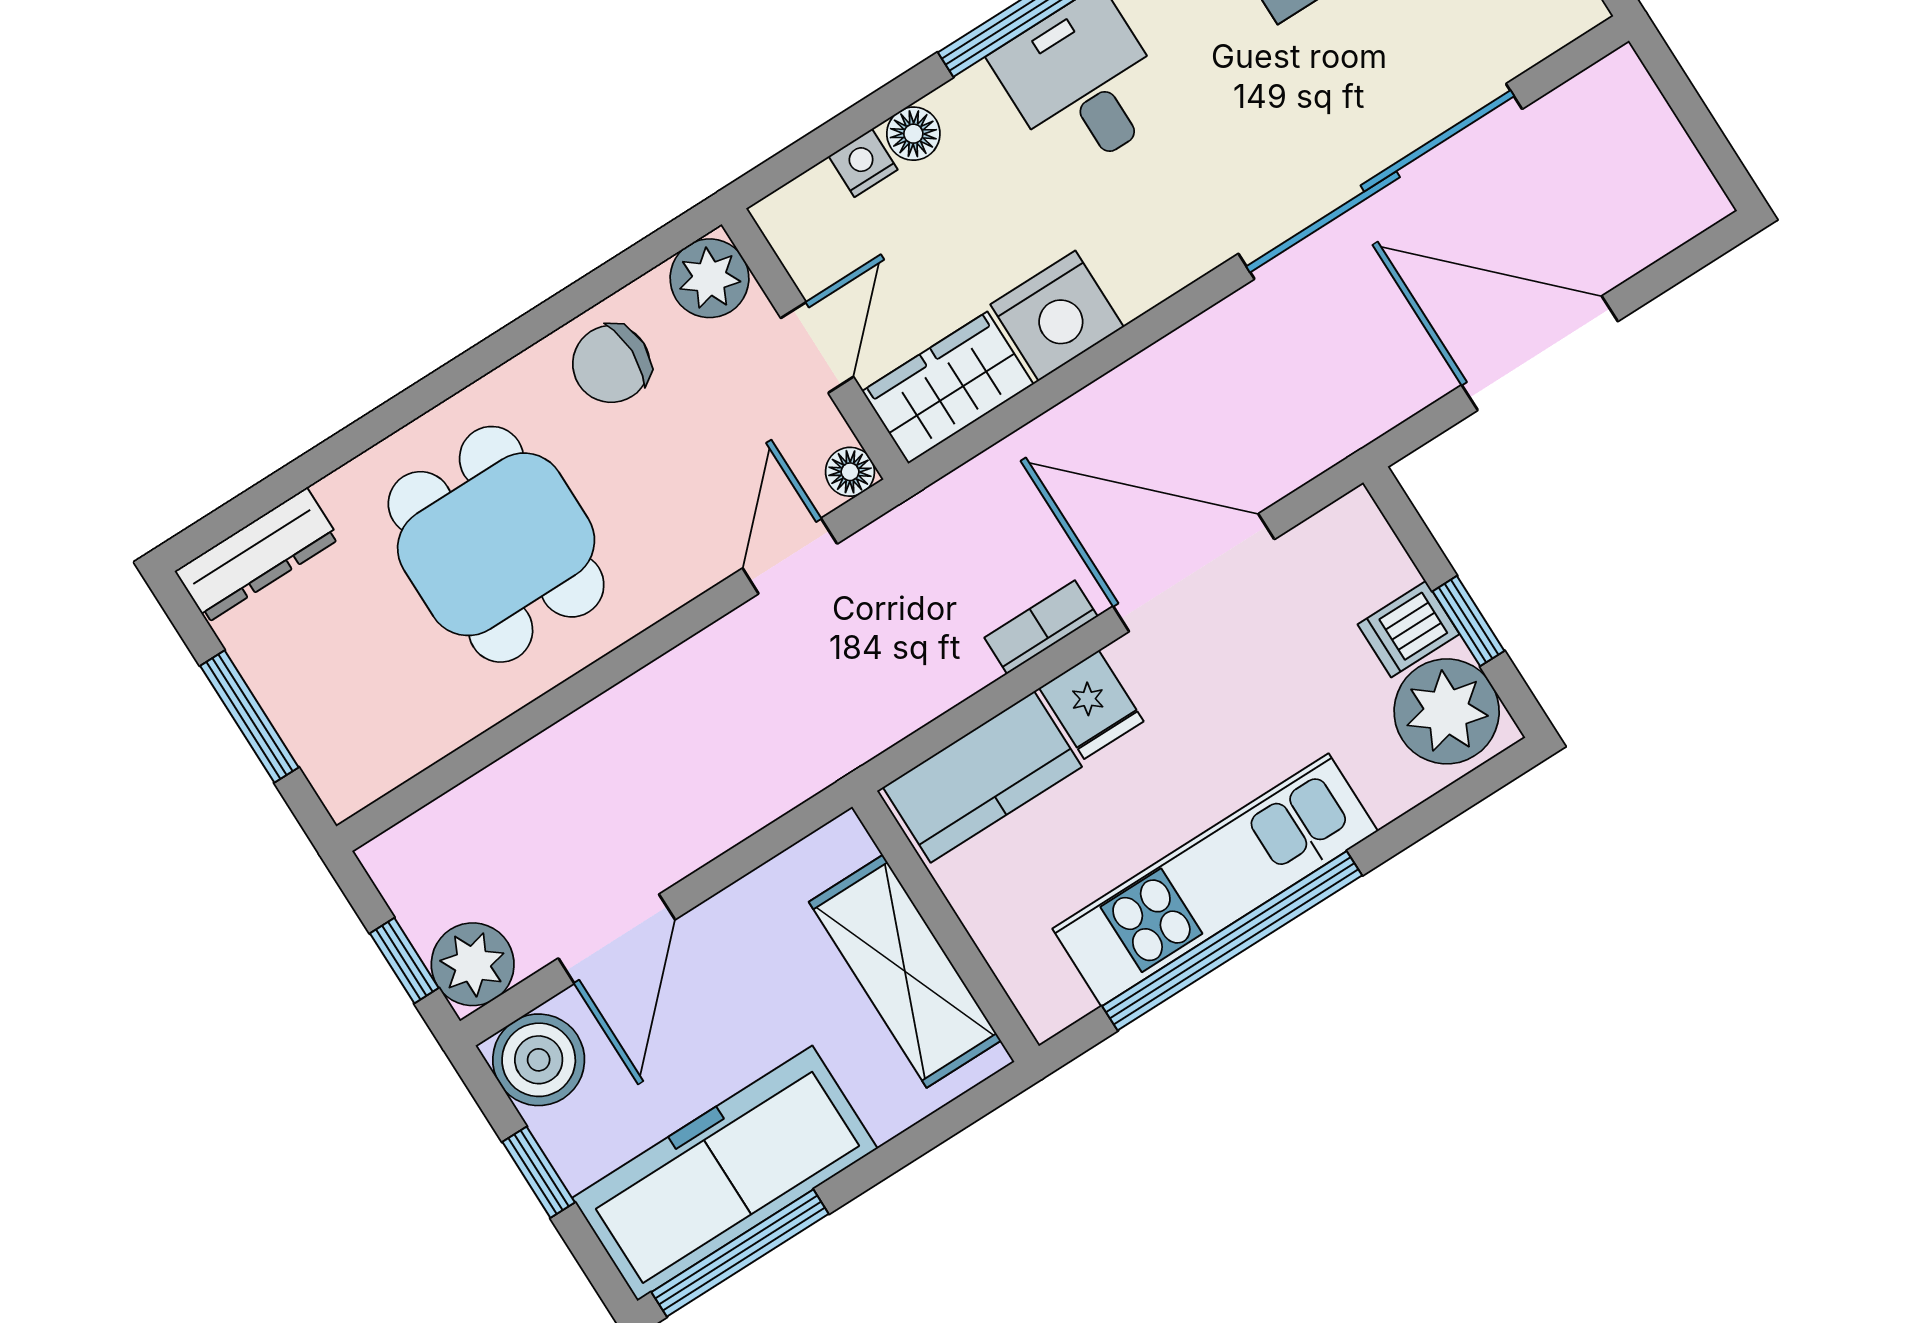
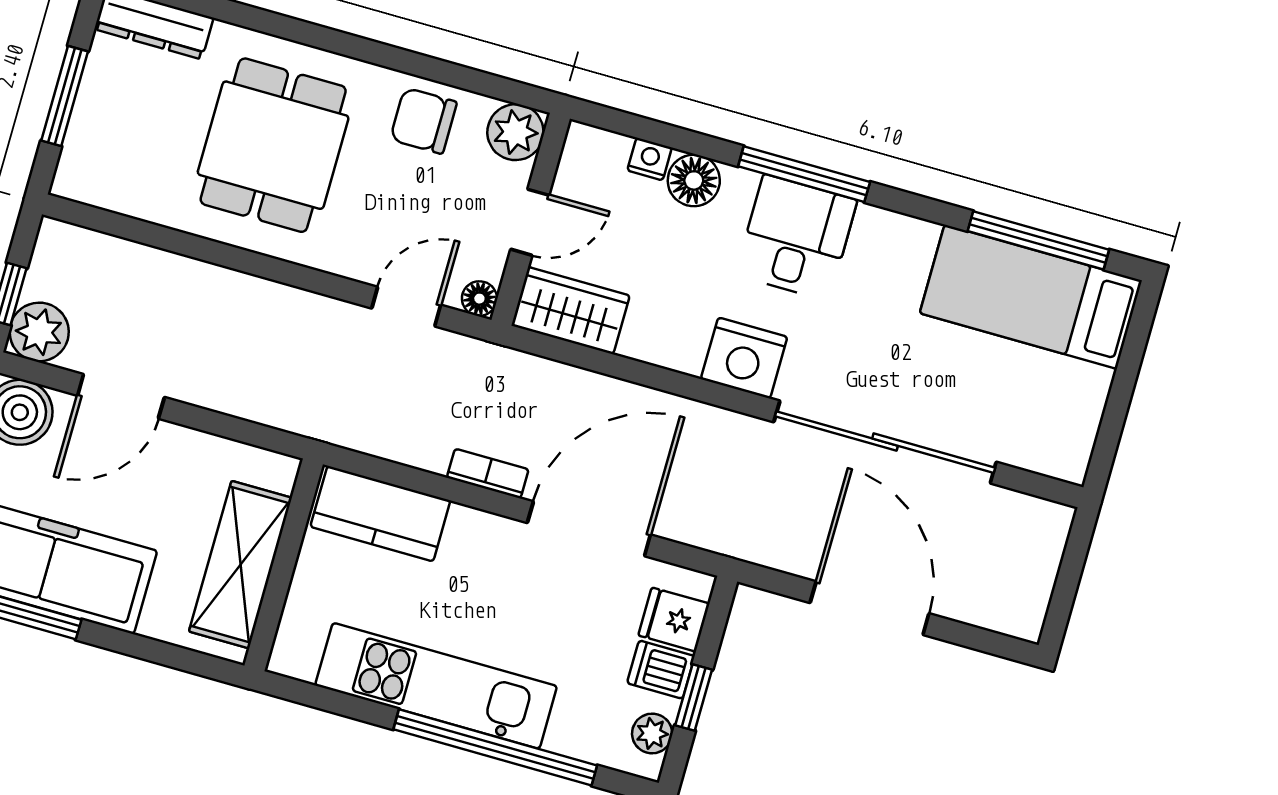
floor lamp: (913, 134) -> (694, 180), width x1.37, depth x1.37
nightstand: (1057, 316) -> (744, 358), moved
door: (1194, 573) -> (589, 529), hinge flipped
fridge: (1091, 705) -> (674, 620), moved, turned 90
plant: (1447, 711) -> (652, 733), width x0.53, depth x0.53
window: (1232, 941) -> (495, 747), moved

